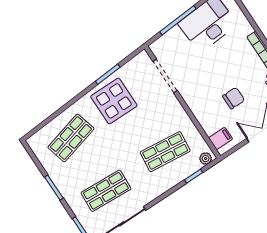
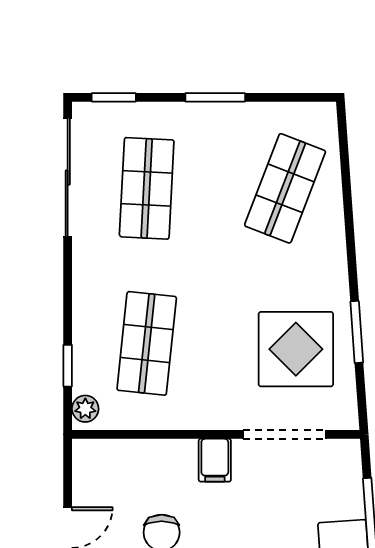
display table: (114, 101) -> (296, 349), moved
shop shelf: (71, 138) -> (285, 188), turned 36
filing cabinet: (221, 138) -> (215, 460), moved

